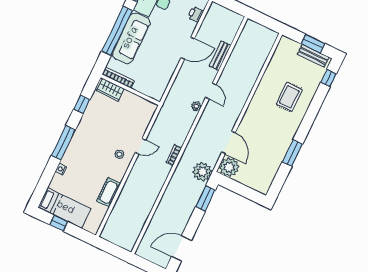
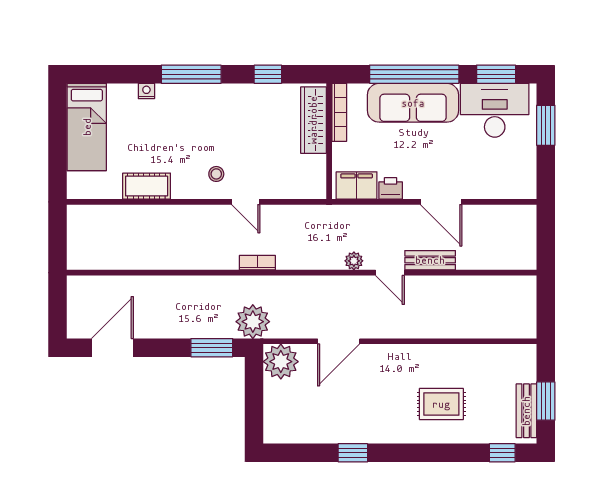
printer: (196, 14) -> (391, 188), moved
bench: (220, 56) -> (430, 260), moved
filing cabinet: (159, 87) -> (357, 185), added
wardrobe: (110, 90) -> (313, 120), width x1.50
door: (211, 91) -> (390, 273), hinge flipped
door: (228, 142) -> (339, 341), moved
window: (292, 153) -> (353, 453), width x0.67
window: (59, 223) -> (57, 129), removed
door: (181, 248) -> (112, 348), hinge flipped

